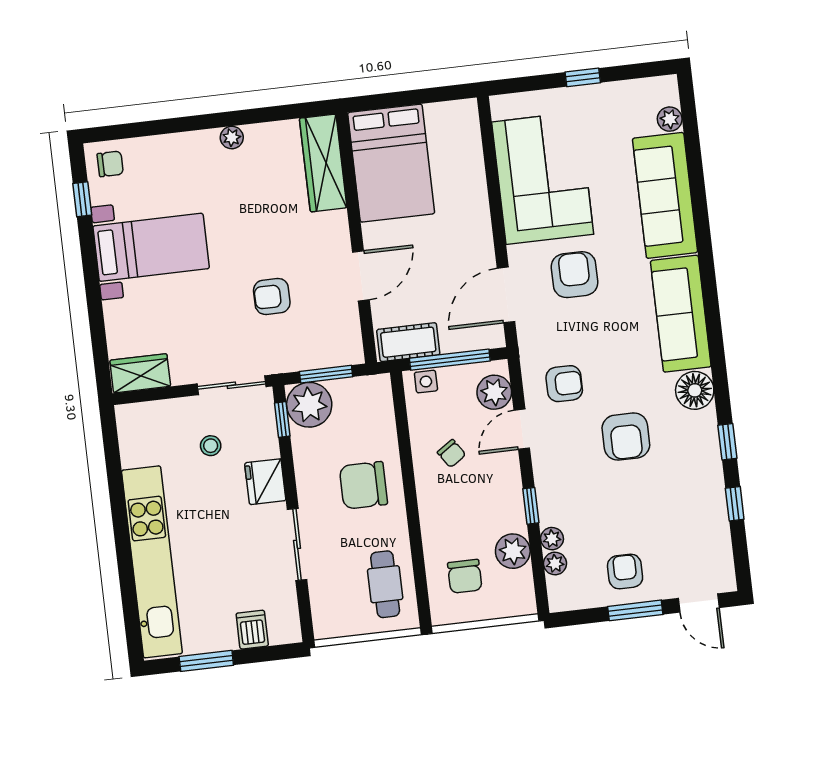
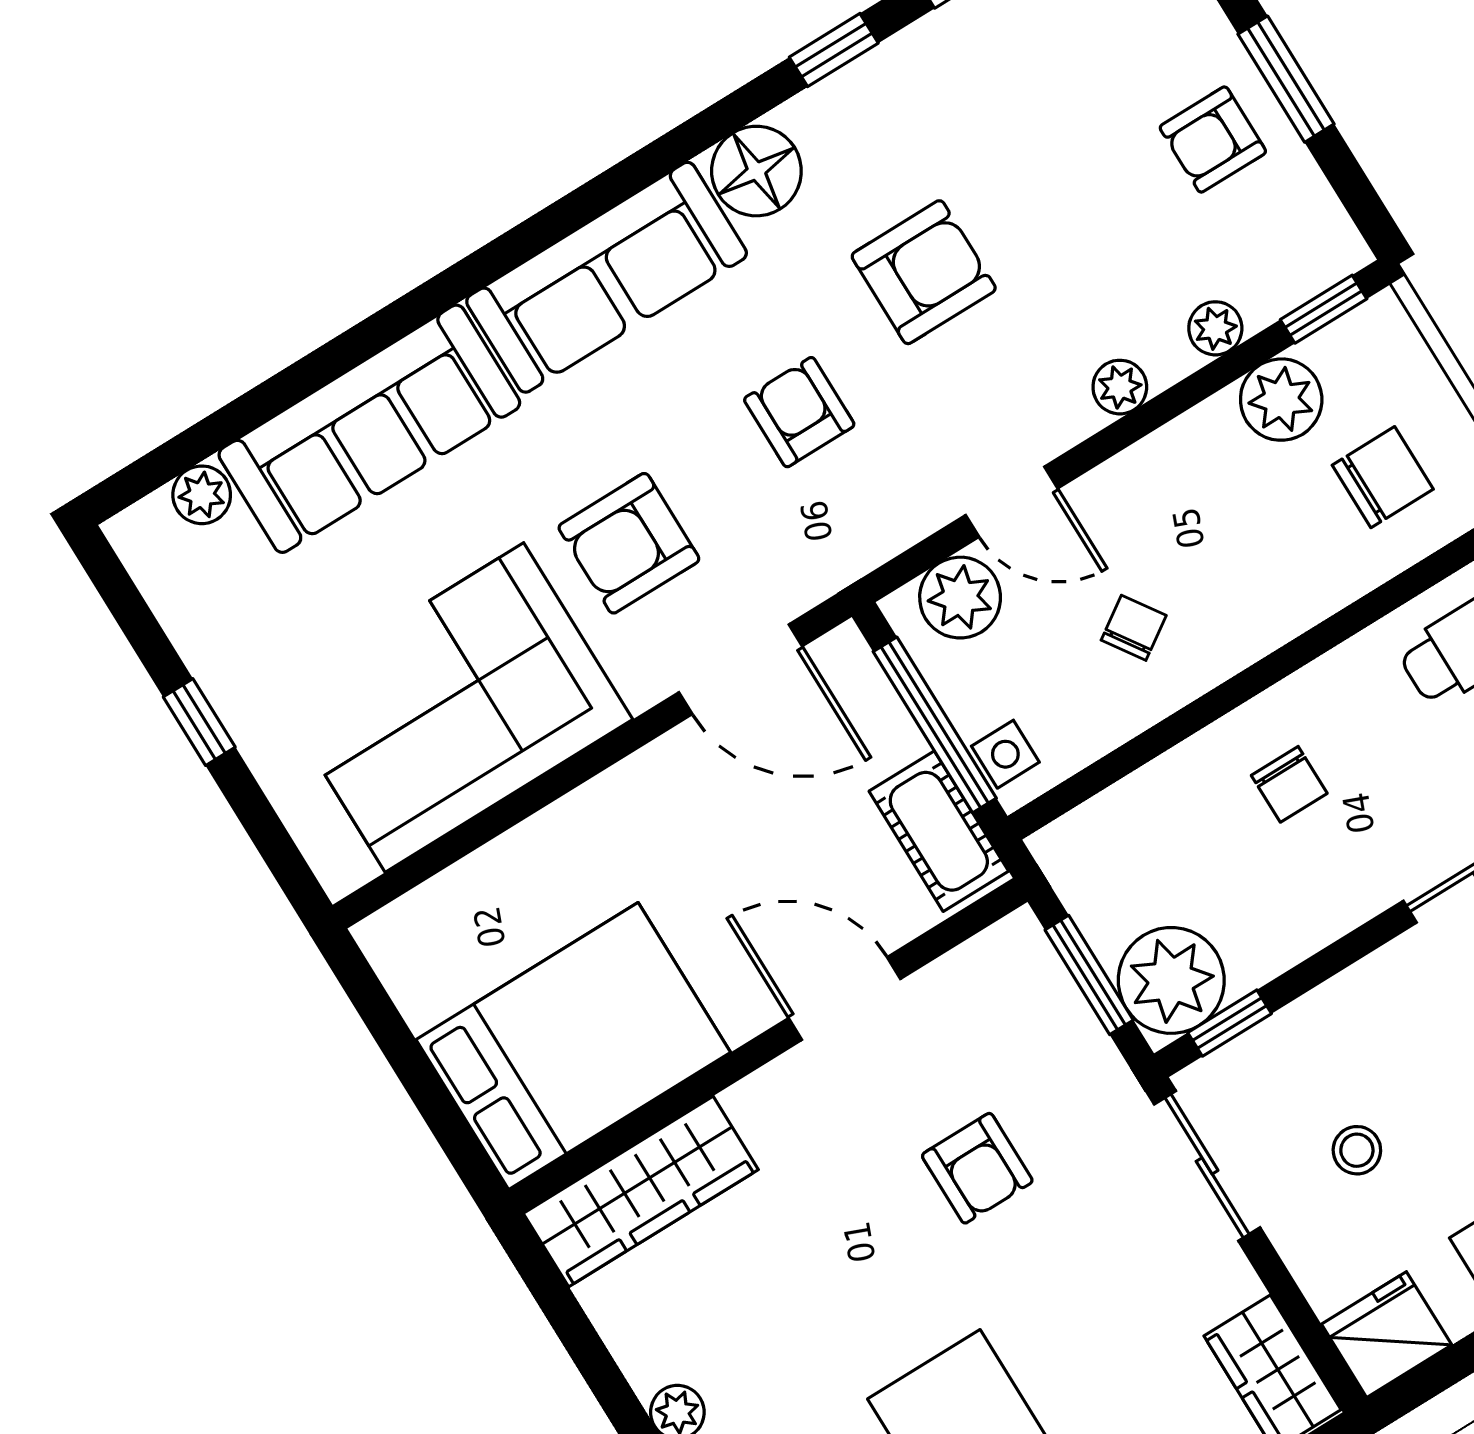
armchair: (564, 384) -> (799, 412), moved
fridge: (265, 482) -> (1387, 1335), moved, turned 180
chair: (363, 485) -> (1289, 784), width x0.54, depth x0.54
window: (531, 506) -> (1324, 309), moved
plant: (555, 563) -> (1120, 387), moved

